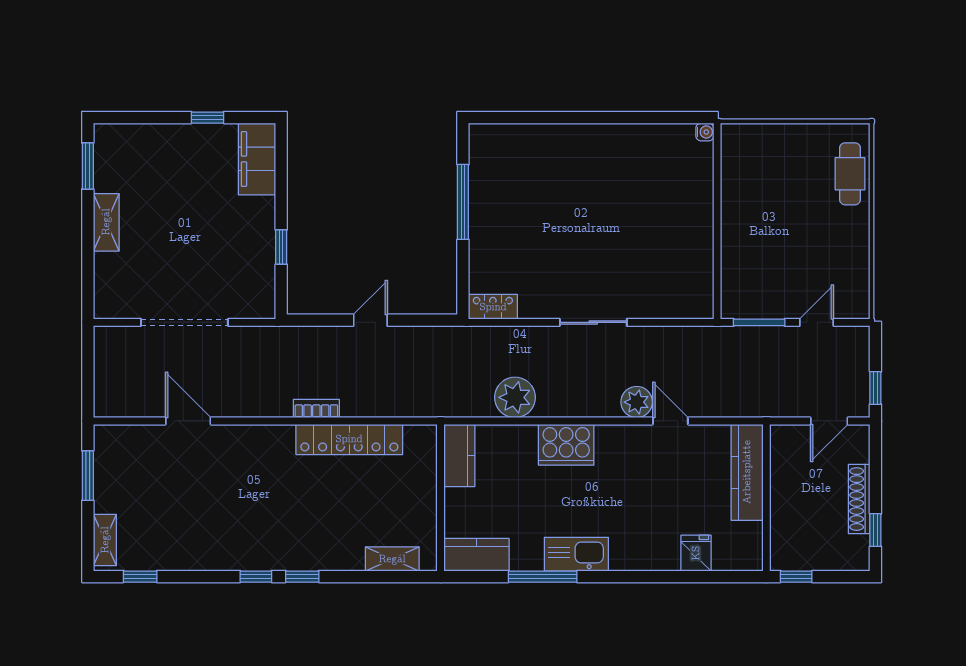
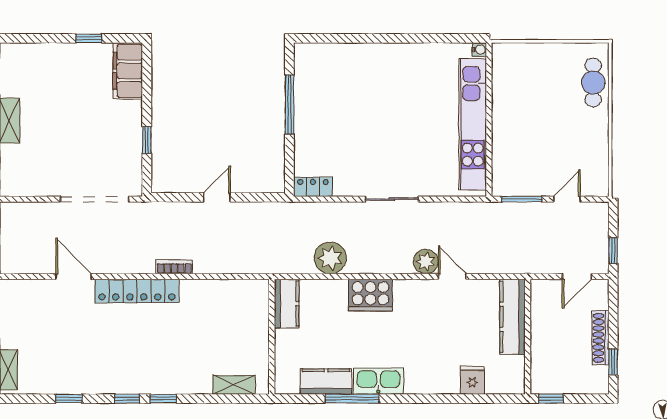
kitchen unit: (696, 227) -> (473, 124), added
doorway: (184, 322) -> (95, 199), moved
locker: (349, 439) -> (137, 291), moved
kitchen counter: (476, 555) -> (326, 381), moved
window: (140, 577) -> (69, 399), moved

